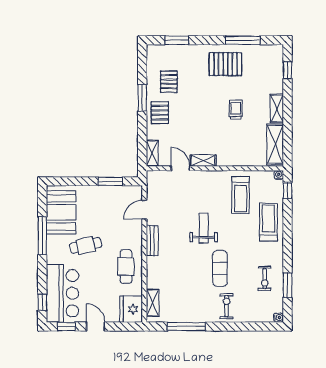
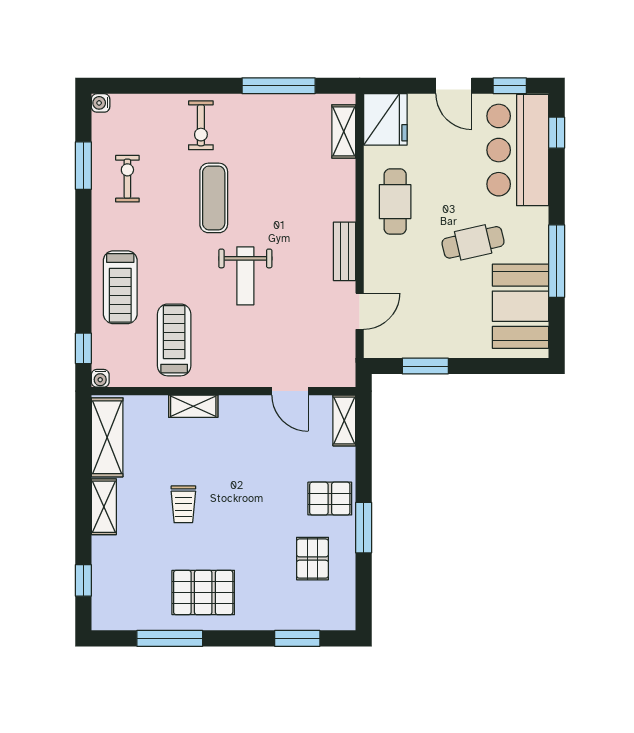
pallet: (160, 113) -> (330, 499), turned 90
shelving: (203, 161) -> (193, 406), moved

